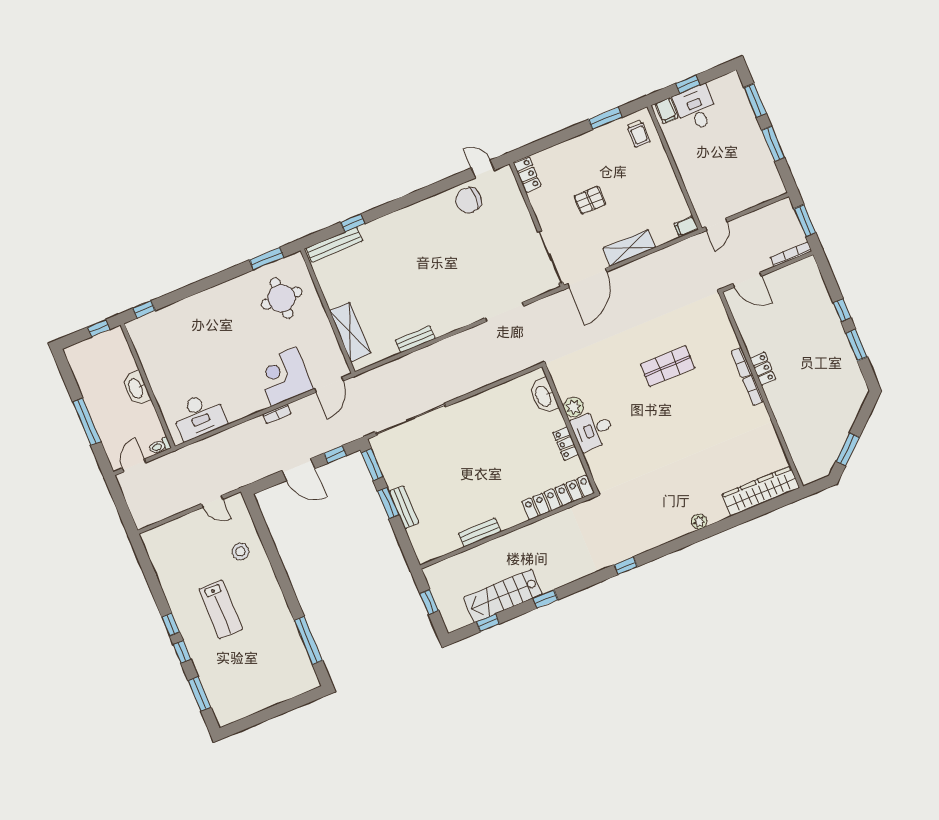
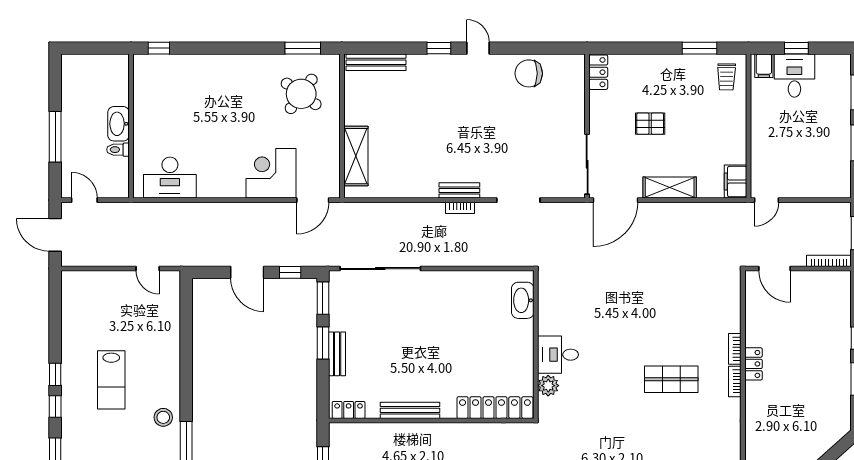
door: (483, 169) -> (478, 48), moved
window: (353, 223) -> (439, 48), moved
filing cabinet: (686, 227) -> (736, 182), width x2.00
round table: (282, 298) -> (301, 94), turned 36
window: (99, 328) -> (106, 48), removed
bench: (415, 339) -> (459, 190), moved
shop shelf: (668, 366) -> (671, 379), moved
plant: (574, 407) -> (548, 386), moved
bookcase: (277, 414) -> (460, 208), moved
locker: (566, 443) -> (349, 410), moved, turned 90
toilet: (160, 446) -> (118, 150), moved
door: (134, 465) -> (84, 200), hinge flipped
door: (121, 506) -> (55, 235), added
bench: (480, 533) -> (410, 410), width x1.36
stool: (240, 551) -> (163, 417), moved

